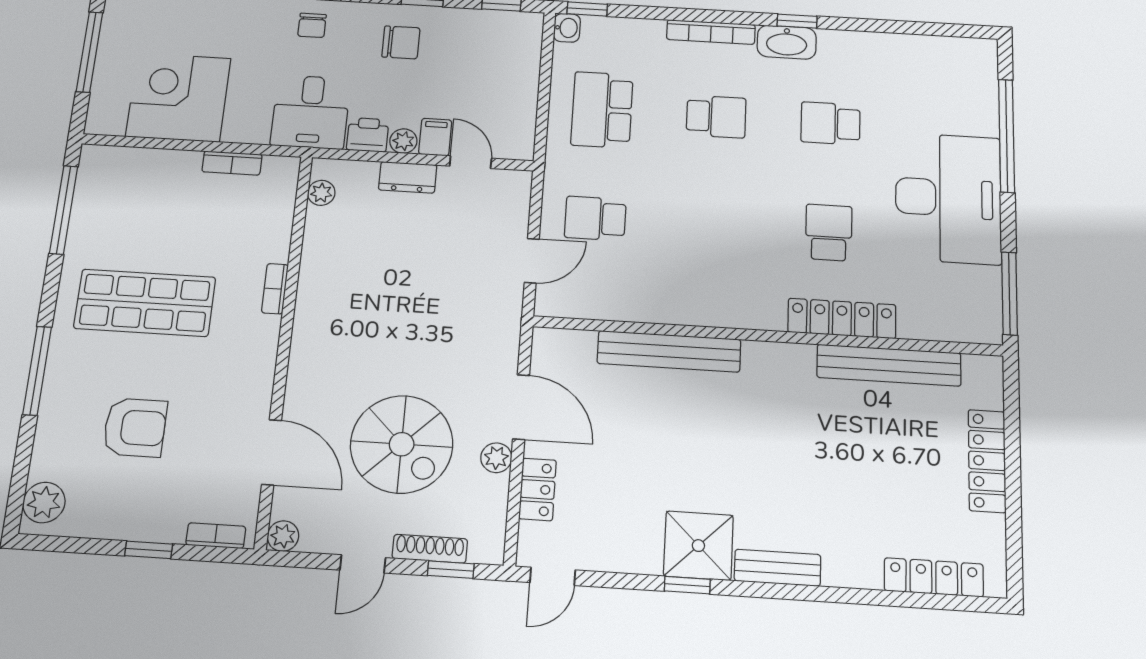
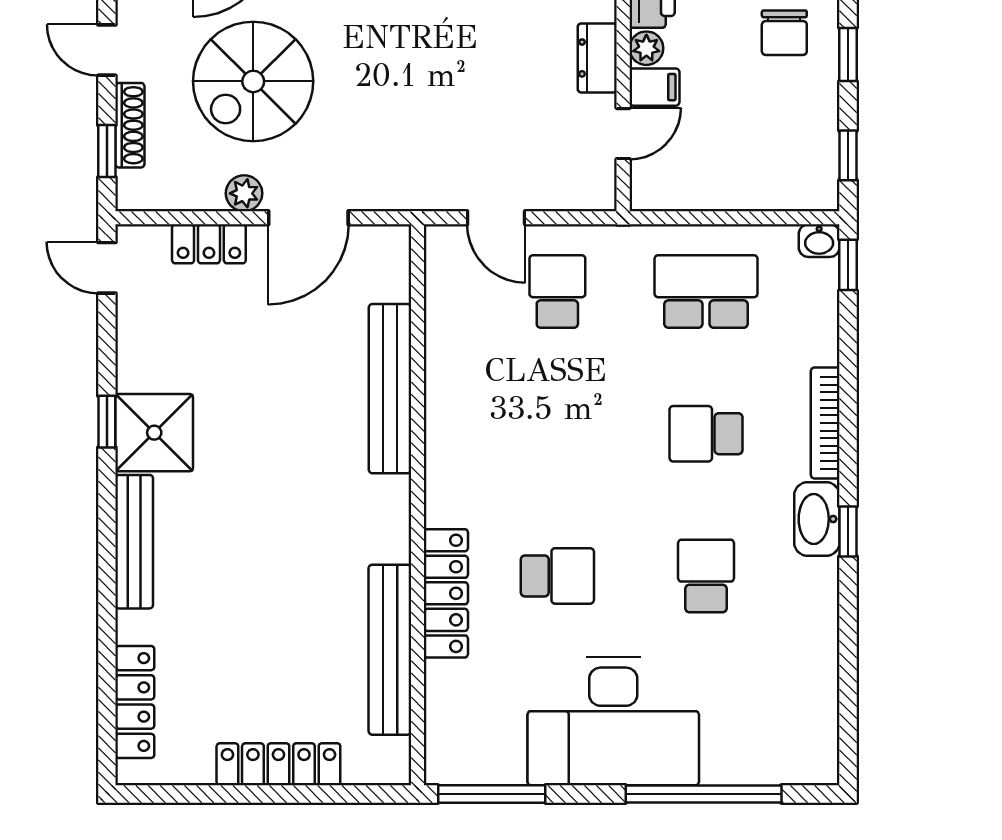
school desk: (716, 117) -> (706, 434), turned 90
bench: (778, 568) -> (134, 542), width x1.36

